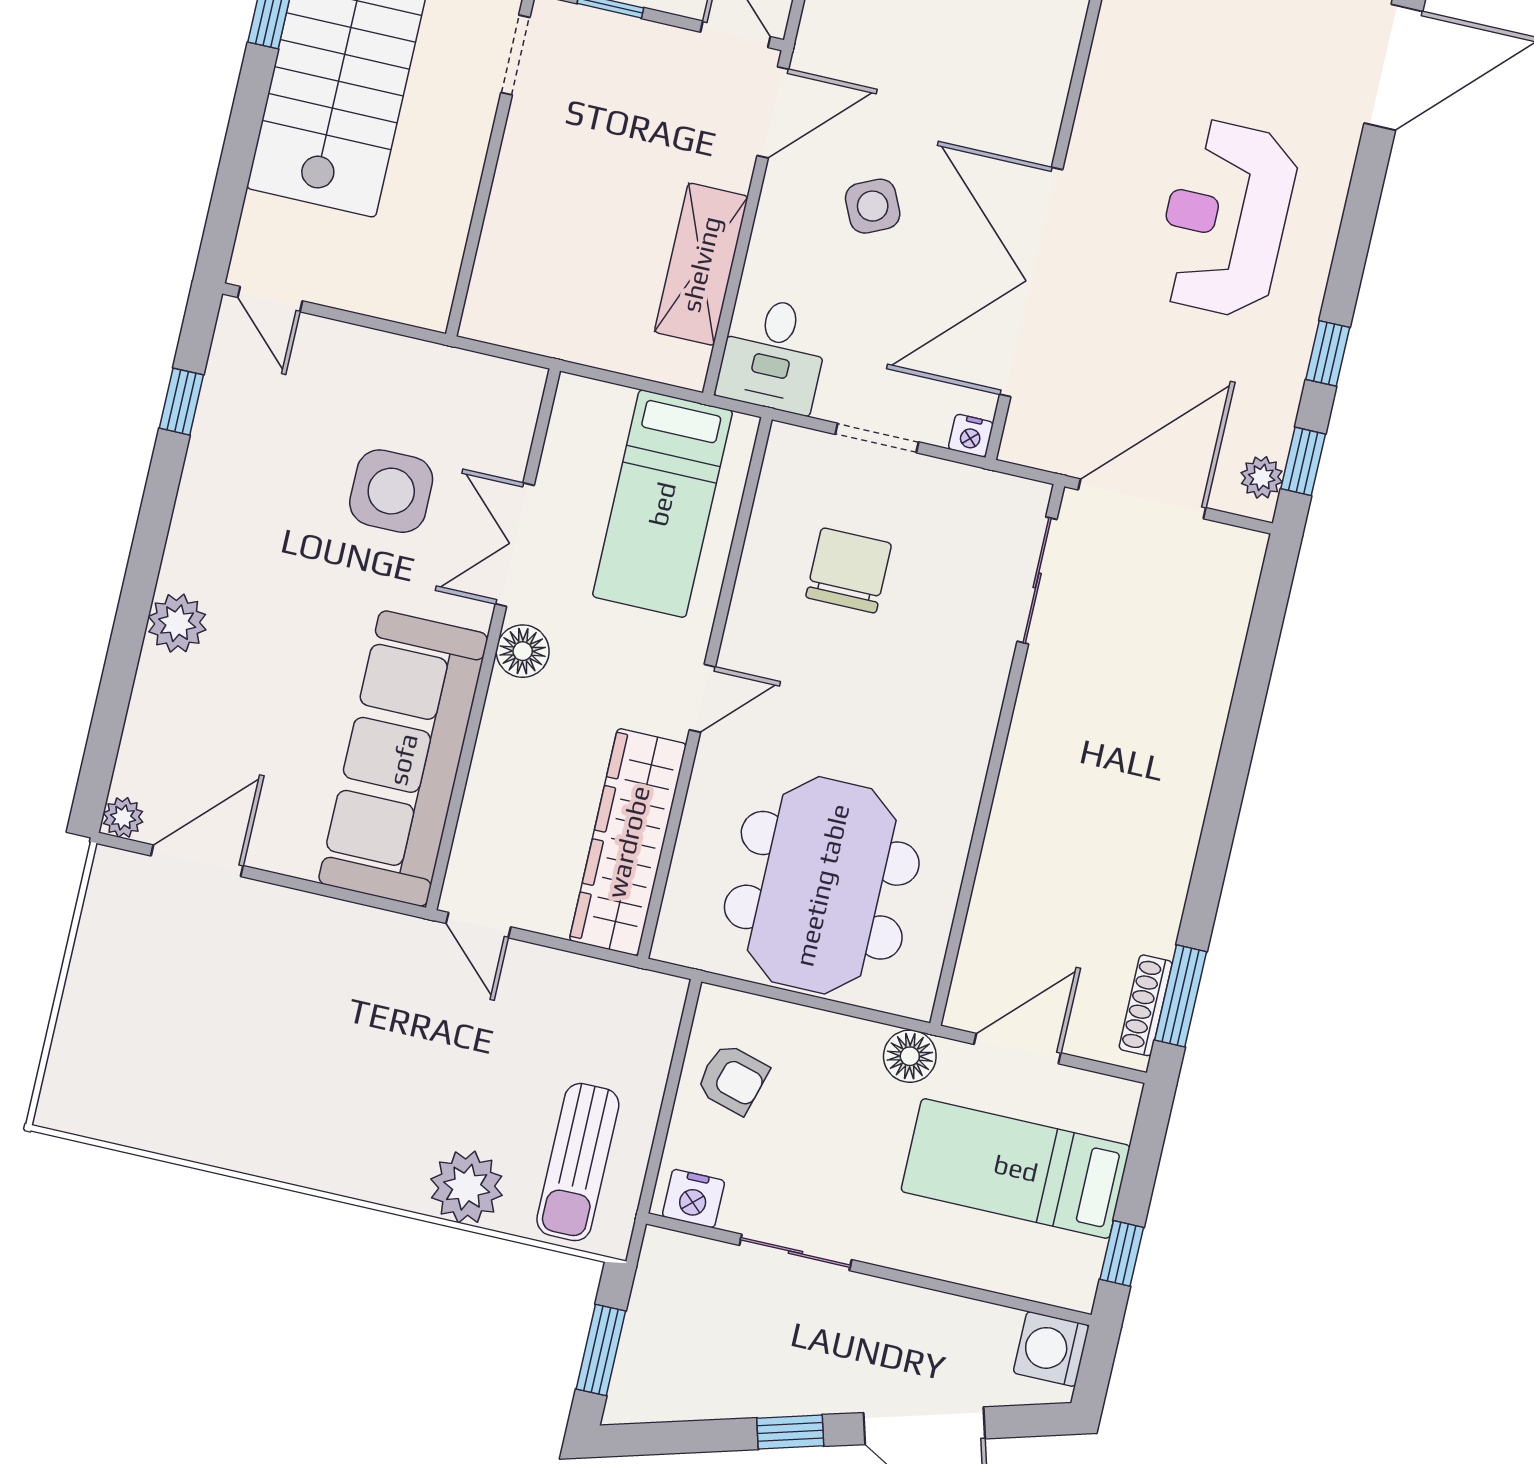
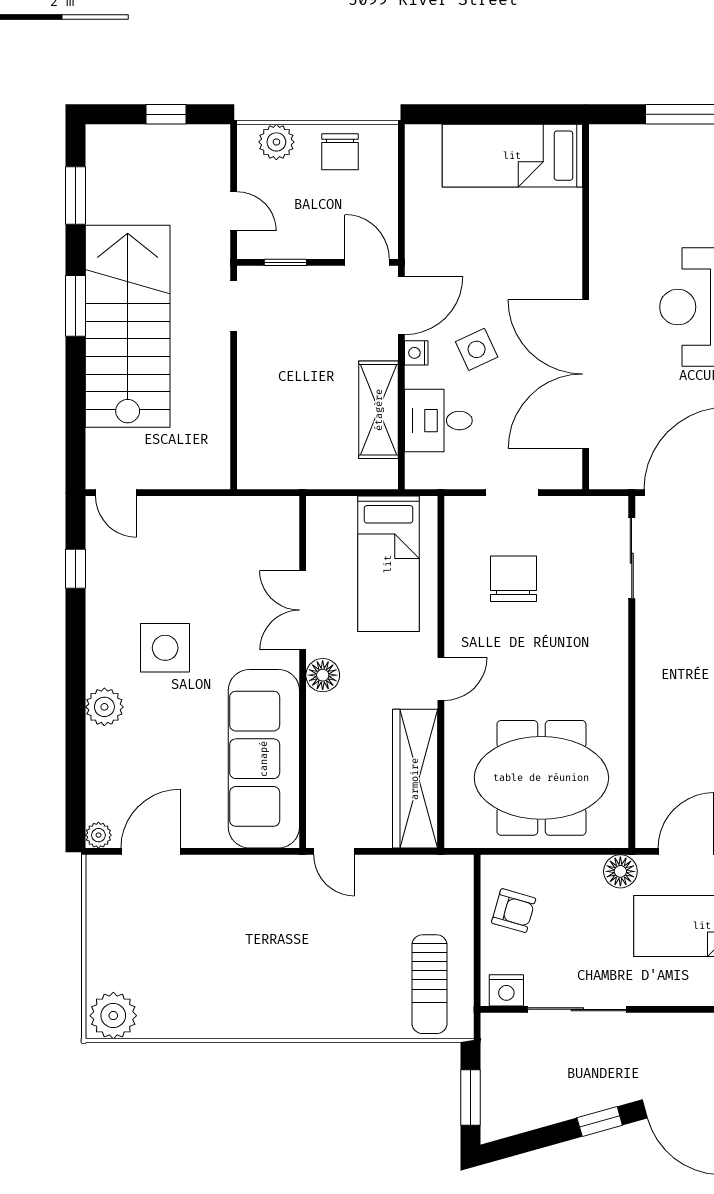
desk: (773, 355) -> (438, 421), moved, turned 90
nightstand: (971, 436) -> (416, 353), moved, turned 90
side table: (391, 491) -> (165, 648), moved
meeting table: (822, 885) -> (541, 778), turned 90
plant: (467, 1187) -> (113, 1016), moved
sliding door: (795, 1252) -> (577, 1009), width x1.37

